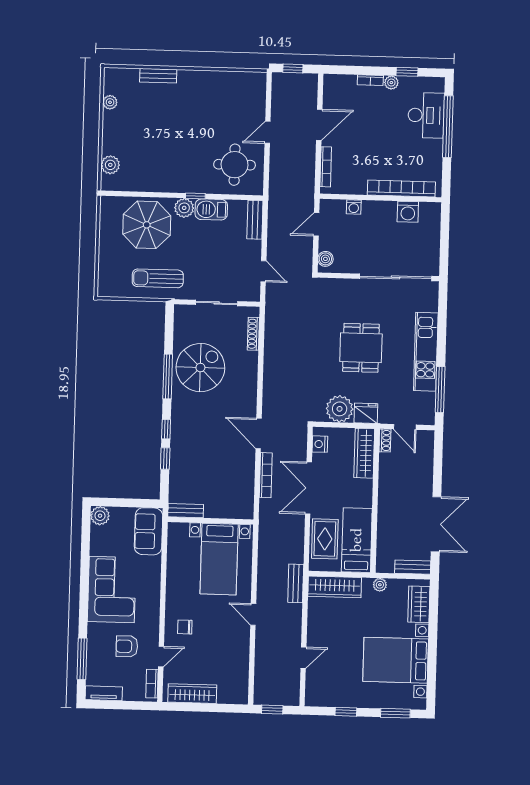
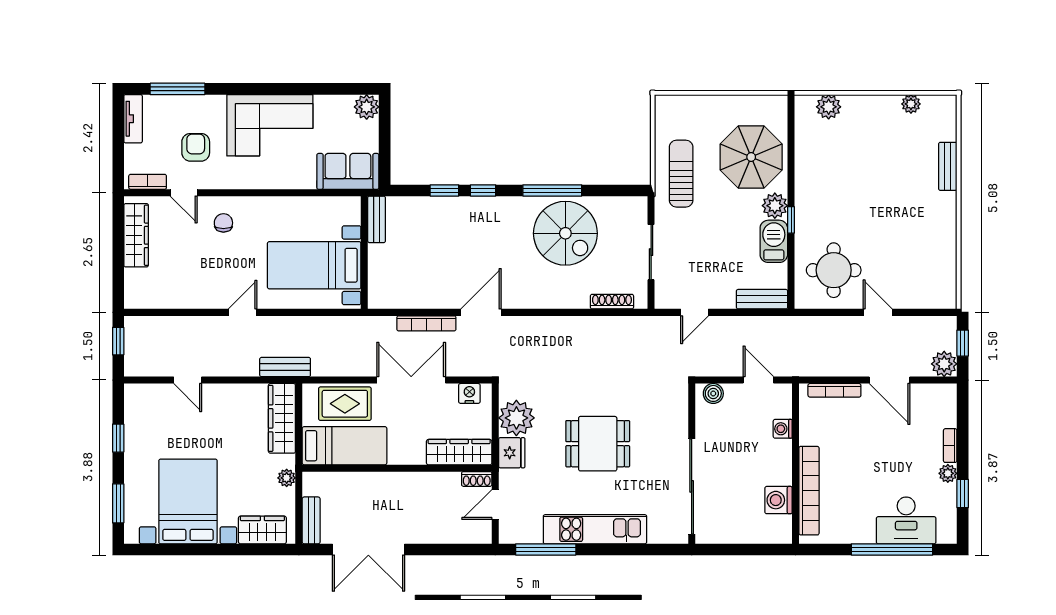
plant: (308, 83) -> (944, 364), added

